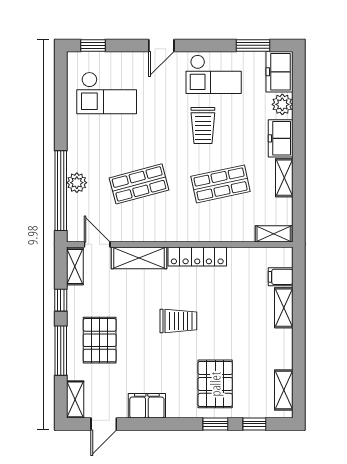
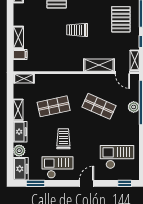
shop shelf: (139, 184) -> (99, 106), turned 39
locker: (197, 256) -> (67, 66), removed

